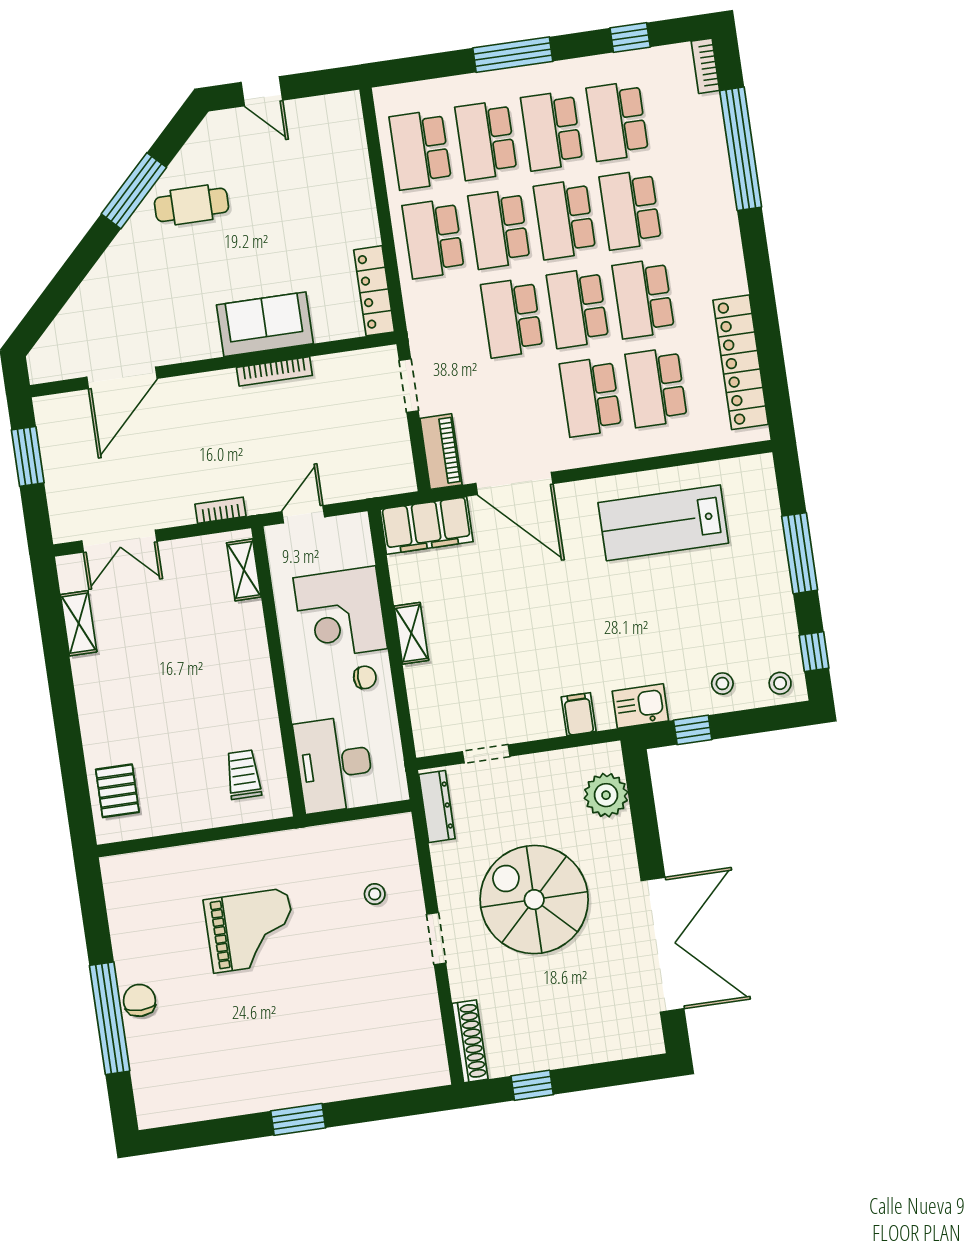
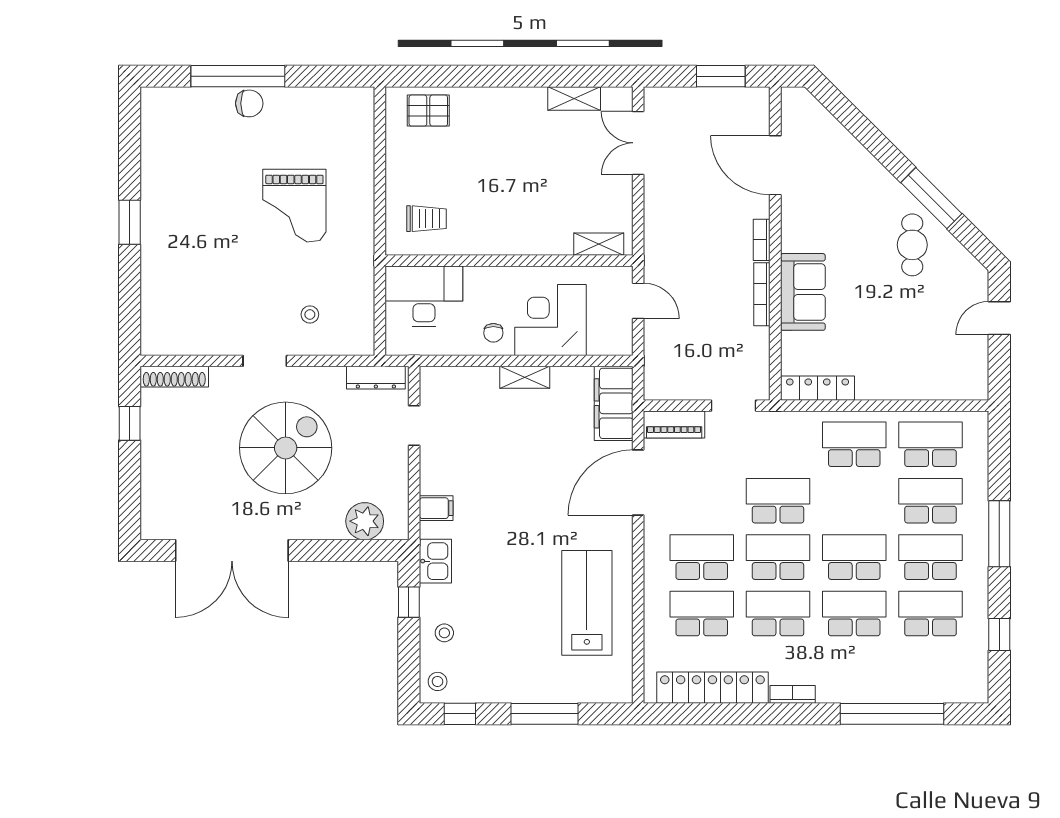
bookcase: (705, 66) -> (793, 694), moved
school desk: (499, 229) -> (854, 501), removed
bookcase: (220, 510) -> (762, 240), moved, turned 180

